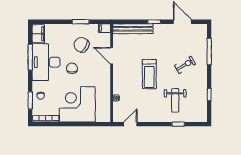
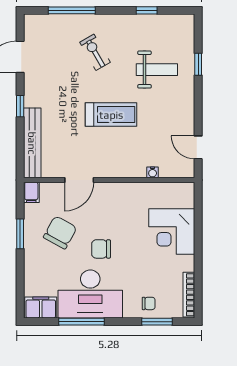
chair: (82, 45) -> (60, 232), turned 180
corner desk: (77, 104) -> (172, 232), width x0.74, depth x0.74

